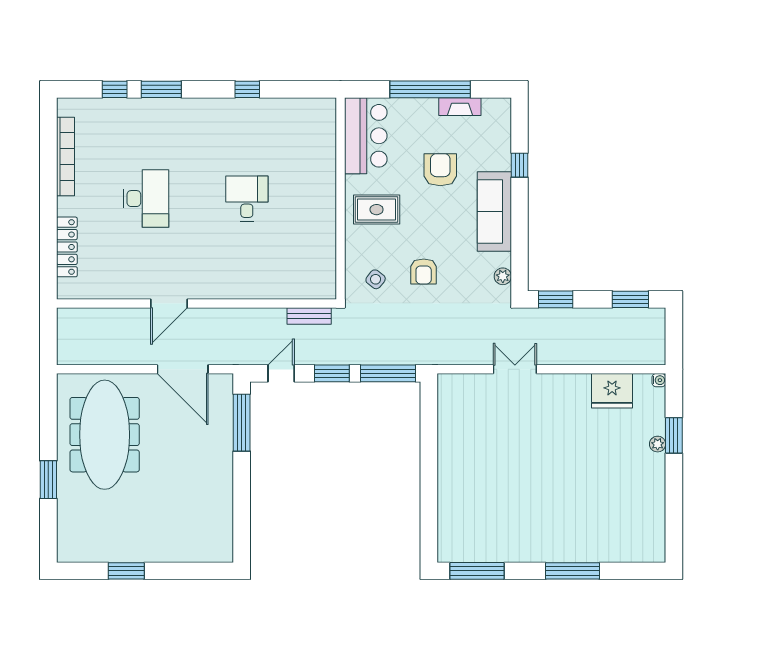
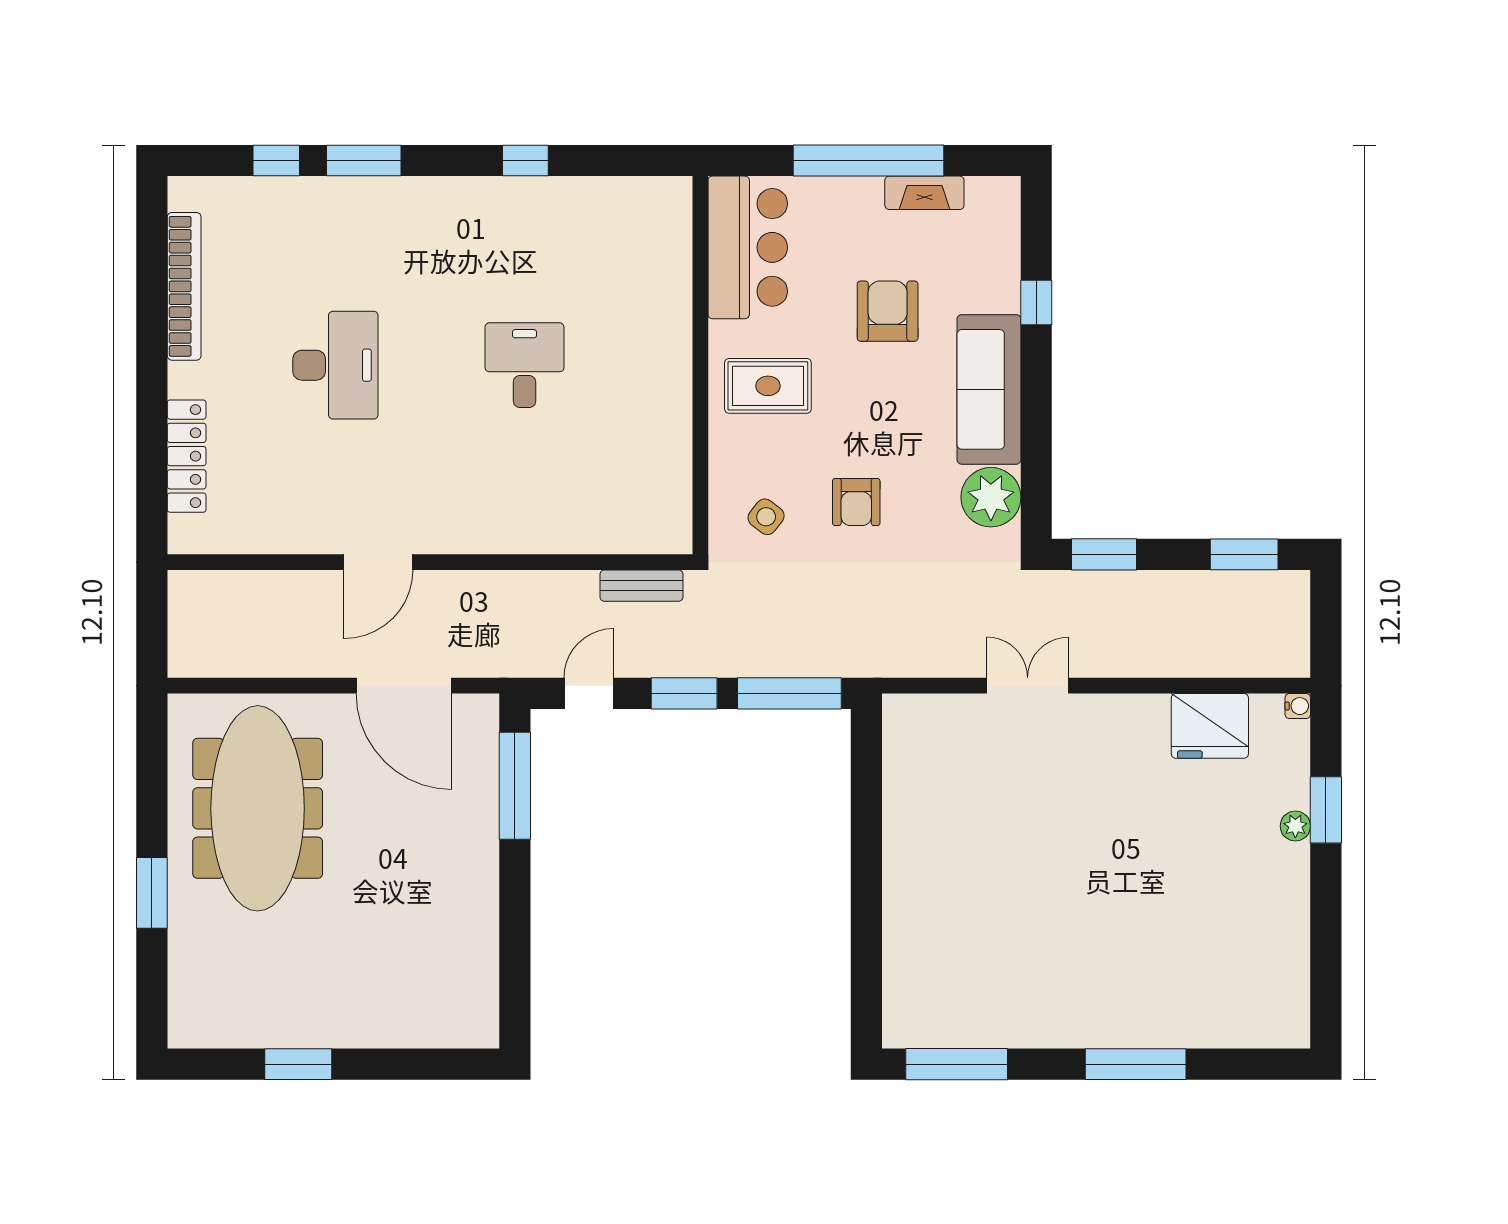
plant: (503, 276) -> (991, 497), width x1.87, depth x1.87

